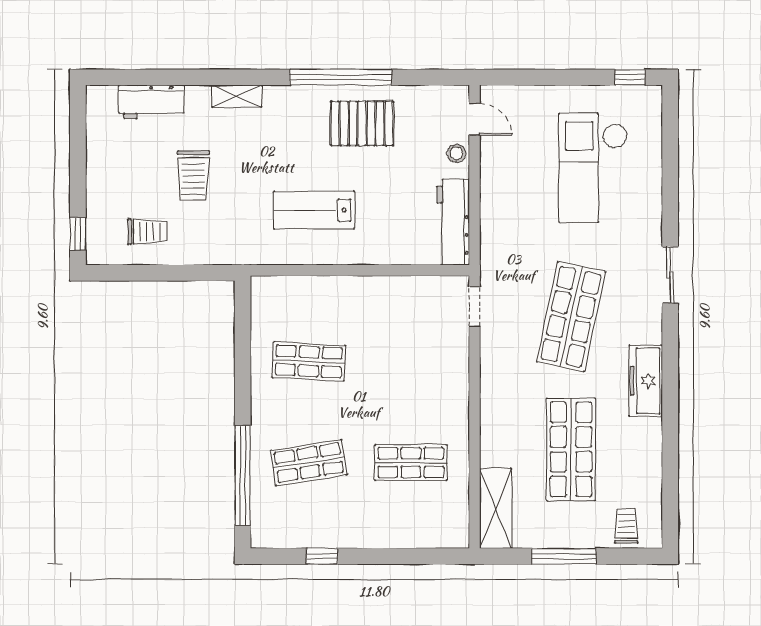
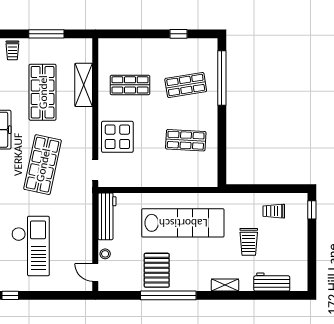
pallet: (362, 123) -> (157, 270), turned 90
trolley: (193, 175) -> (249, 242), turned 180
lab bench: (314, 210) -> (183, 223), width x1.86, depth x1.39
display table: (434, 368) -> (117, 137), added
shelving: (496, 508) -> (84, 85), moved

